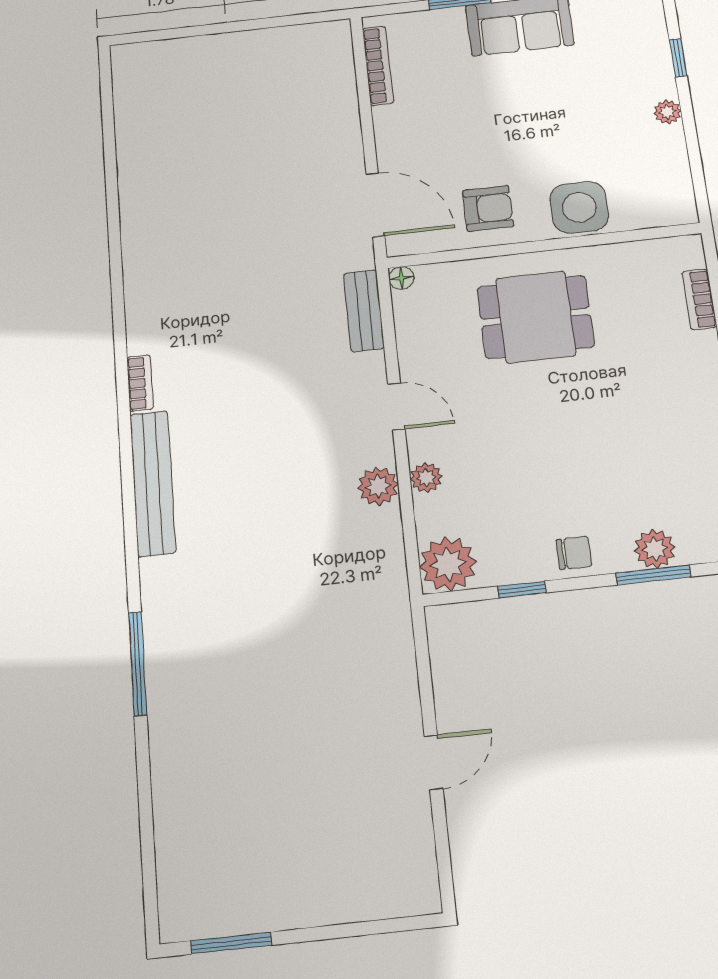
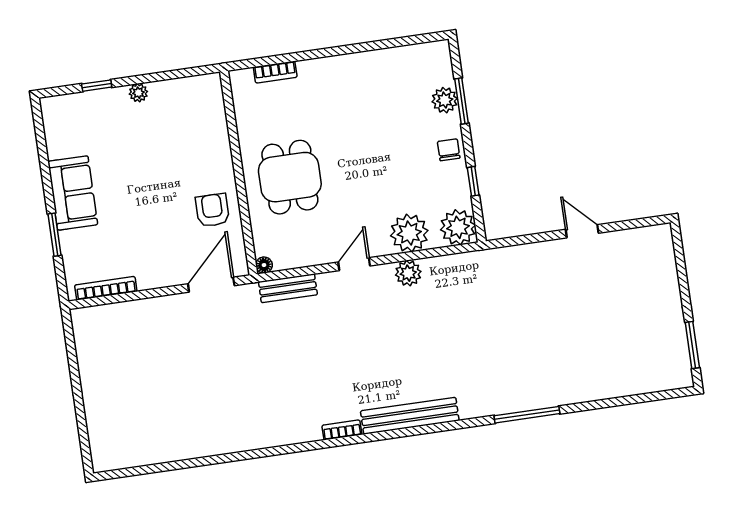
side table: (579, 207) -> (210, 150), removed
plant: (426, 478) -> (409, 233), width x1.88, depth x1.88

